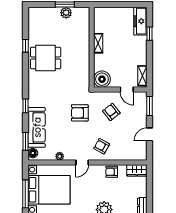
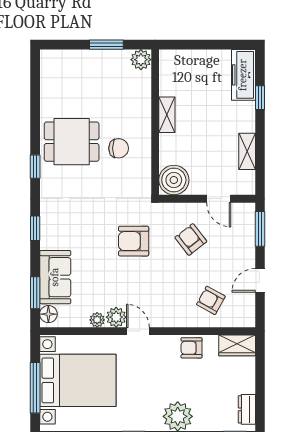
plant: (66, 13) -> (141, 60), moved
window: (25, 46) -> (35, 167), moved
chair: (72, 62) -> (119, 148), added
shelving: (142, 76) -> (247, 151), moved
sofa: (37, 127) -> (55, 277), width x0.73
armchair: (102, 146) -> (211, 300), moved
plant: (70, 155) -> (116, 317), added
door: (82, 162) -> (138, 331), swing flipped

